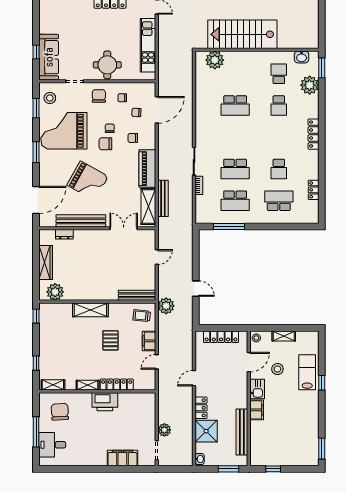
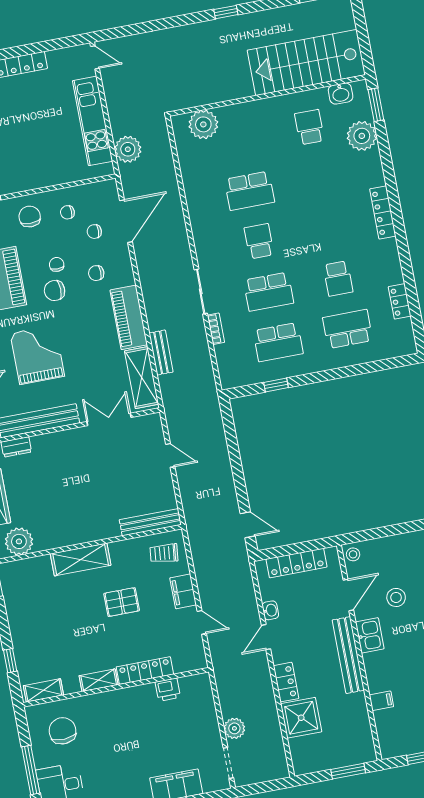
stairs: (242, 34) -> (306, 63), moved
round table: (107, 65) -> (34, 164), removed
school desk: (279, 106) -> (259, 241), moved, turned 180
grand piano: (88, 181) -> (37, 355), turned -119
bench: (163, 198) -> (161, 352), width x0.73
window: (229, 226) -> (276, 385), width x0.46
door: (157, 257) -> (170, 455), hinge flipped
door: (196, 289) -> (248, 525), moved
plant: (166, 306) -> (128, 149), moved
shelving: (284, 336) -> (396, 543), removed
pallet: (110, 340) -> (122, 602), turned 90
door: (157, 362) -> (202, 622), swing flipped
printer: (105, 402) -> (168, 690), moved, width x0.53, depth x0.68
filing cabinet: (257, 410) -> (381, 701), moved, width x0.50
bench: (242, 432) -> (348, 655), moved
washbasin: (200, 459) -> (270, 610), moved

